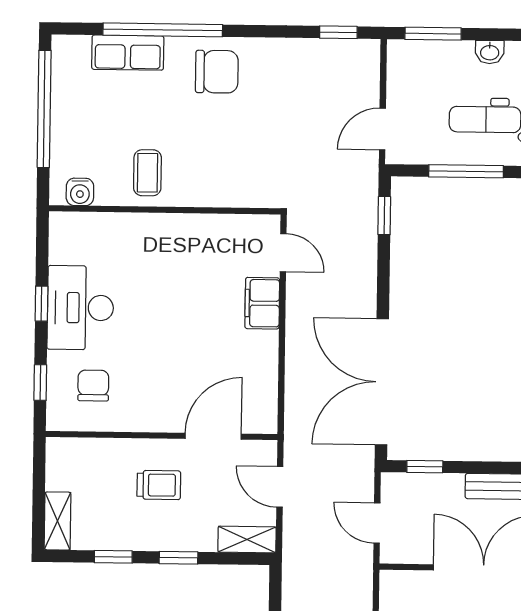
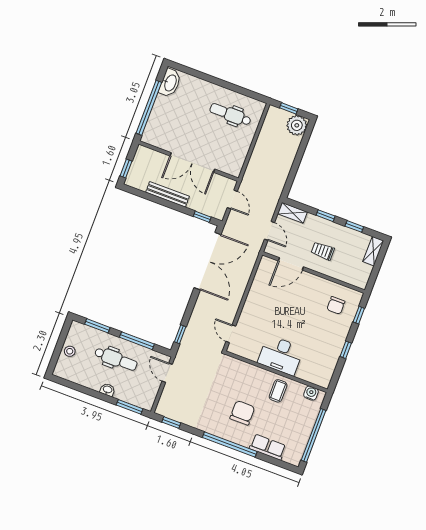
window: (163, 30) -> (230, 445), moved
chair: (217, 72) -> (242, 413), moved, turned 90
door: (382, 129) -> (167, 373), swing flipped
filing cabinet: (262, 303) -> (248, 315), removed
desk: (80, 308) -> (281, 355), moved, turned 90

